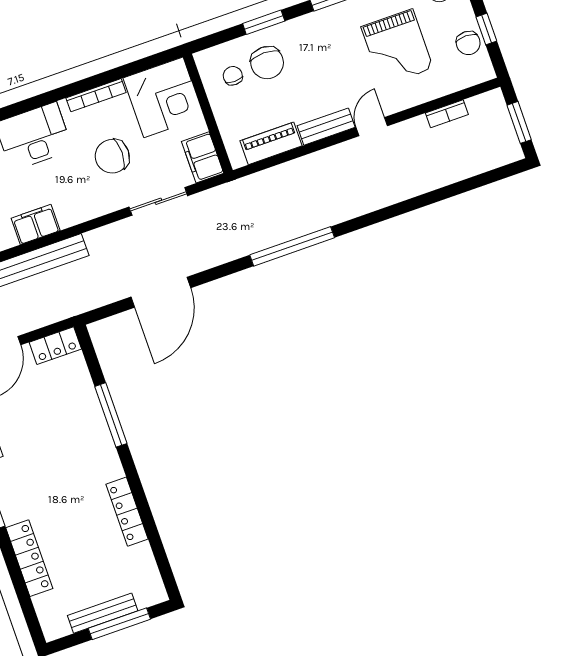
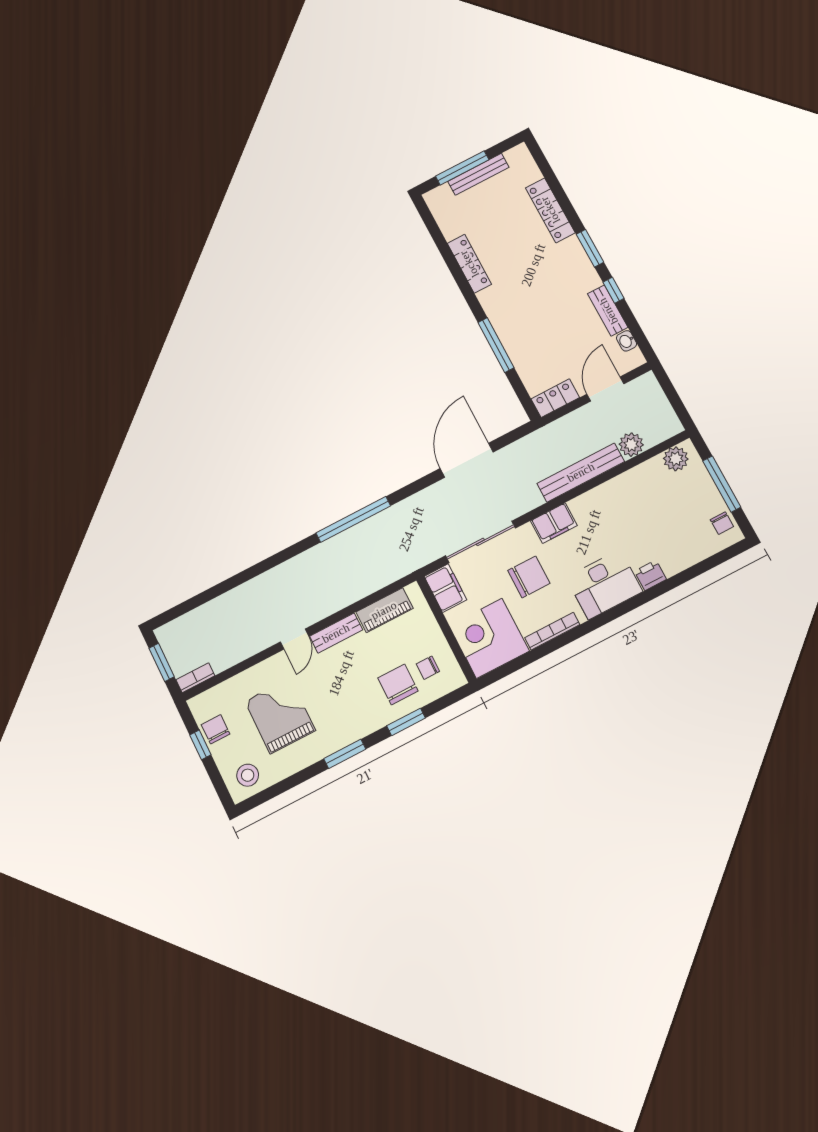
chair: (233, 76) -> (428, 668), turned 90
bookcase: (447, 114) -> (195, 678), moved
sliding door: (158, 201) -> (480, 542), width x1.37
filing cabinet: (36, 224) -> (554, 523), moved

